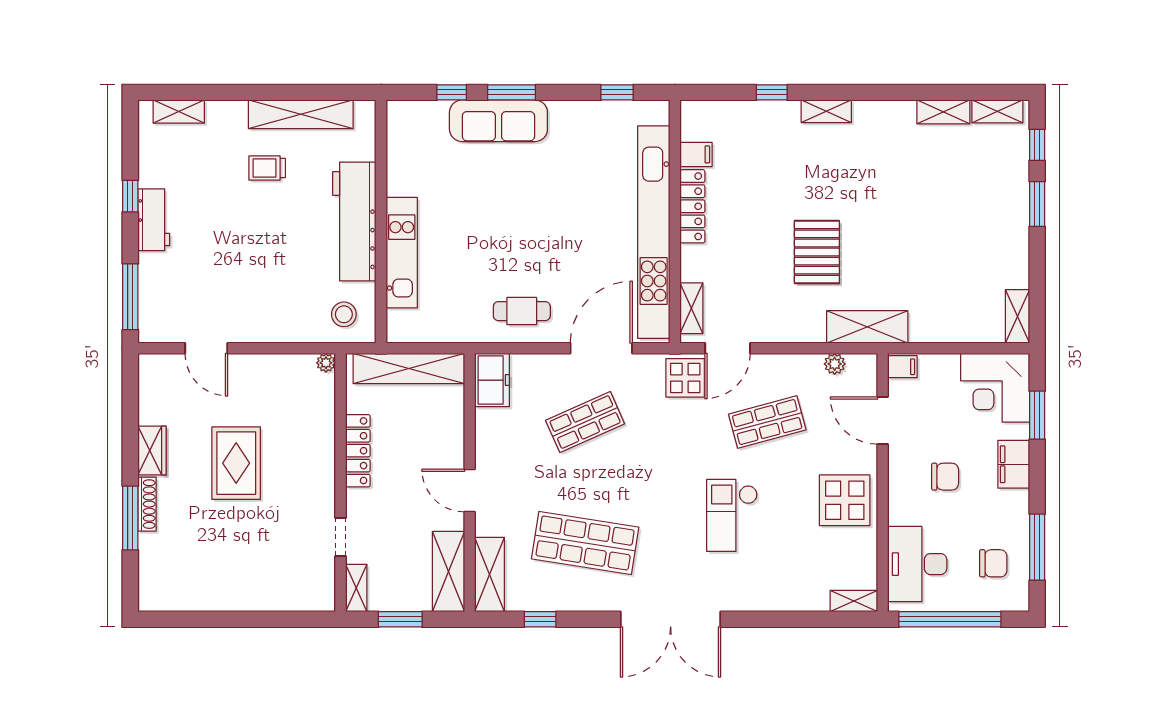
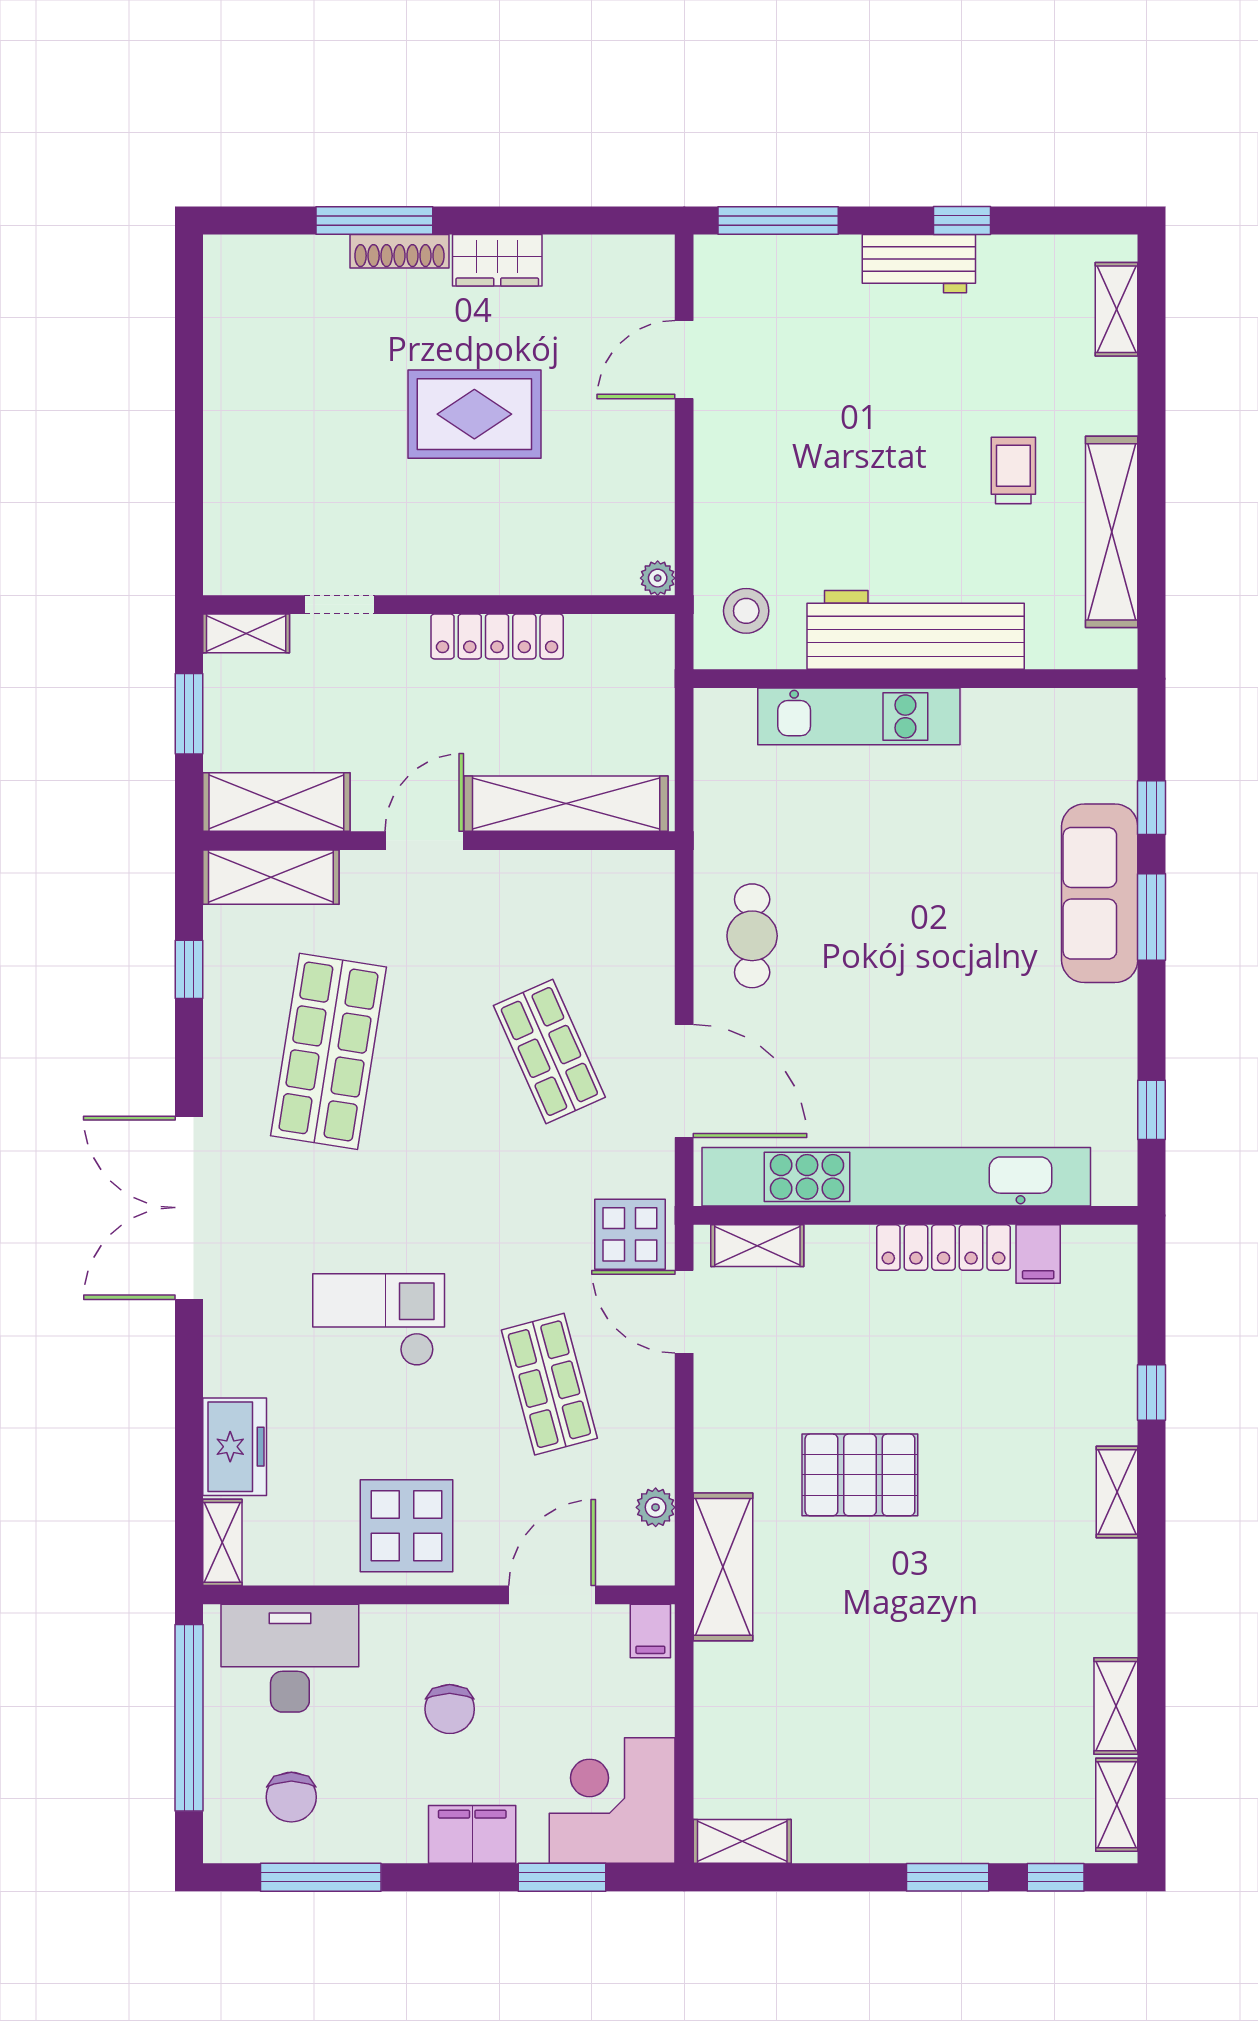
shelving: (409, 369) -> (566, 804), moved, turned 90
freezer: (492, 380) -> (235, 1447), moved, turned -90

